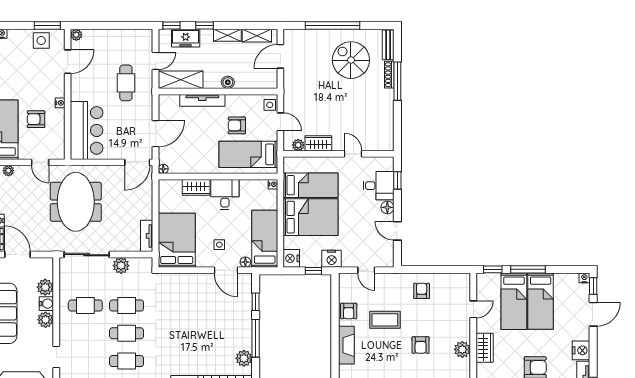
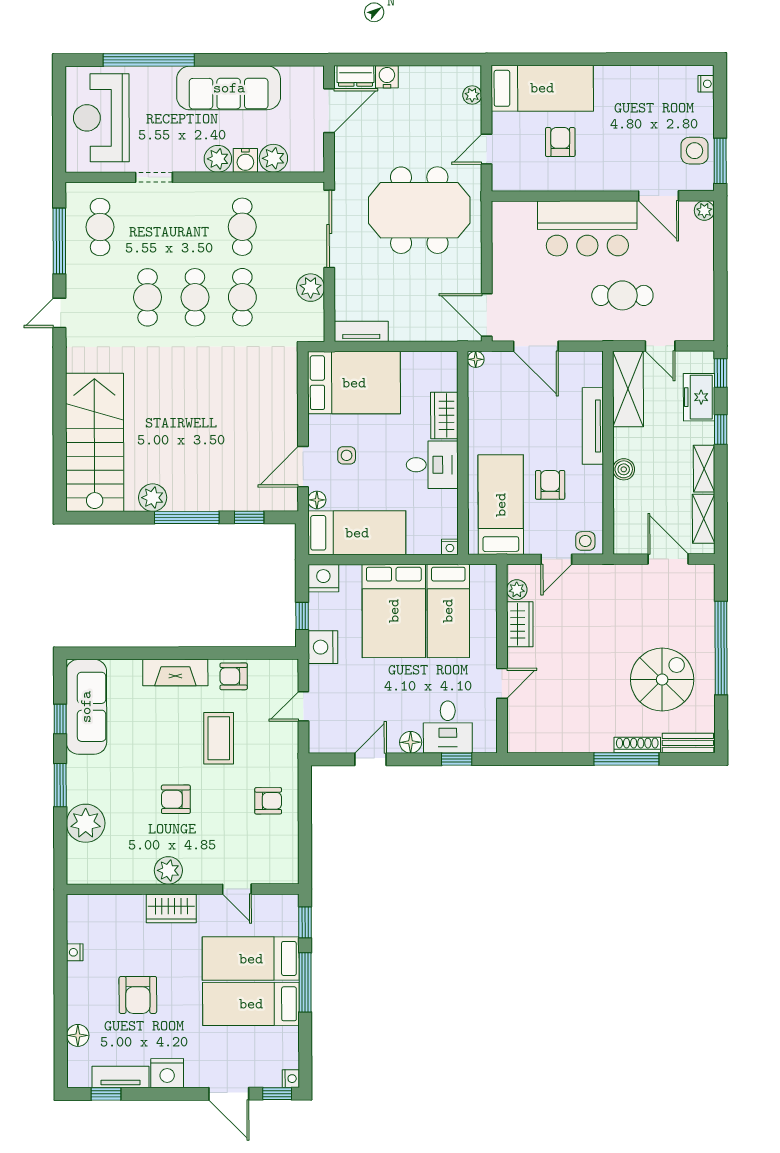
nightstand: (60, 103) -> (588, 183), removed
bar counter: (87, 130) -> (587, 228), moved

